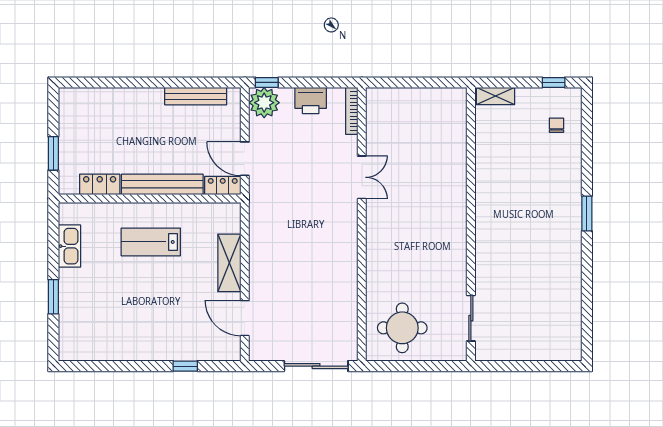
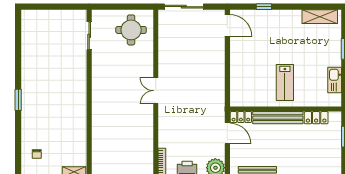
double door: (362, 177) -> (156, 91), moved
lab bench: (151, 242) -> (285, 82), turned 90
shelving: (229, 263) -> (320, 17), moved, turned 90
door: (245, 318) -> (227, 25), moved

